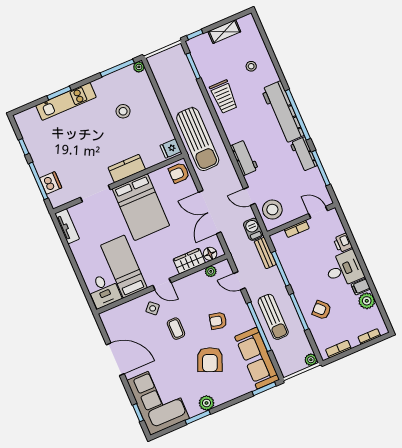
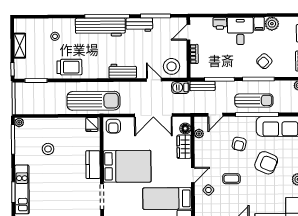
door: (249, 196) -> (154, 80), swing flipped

